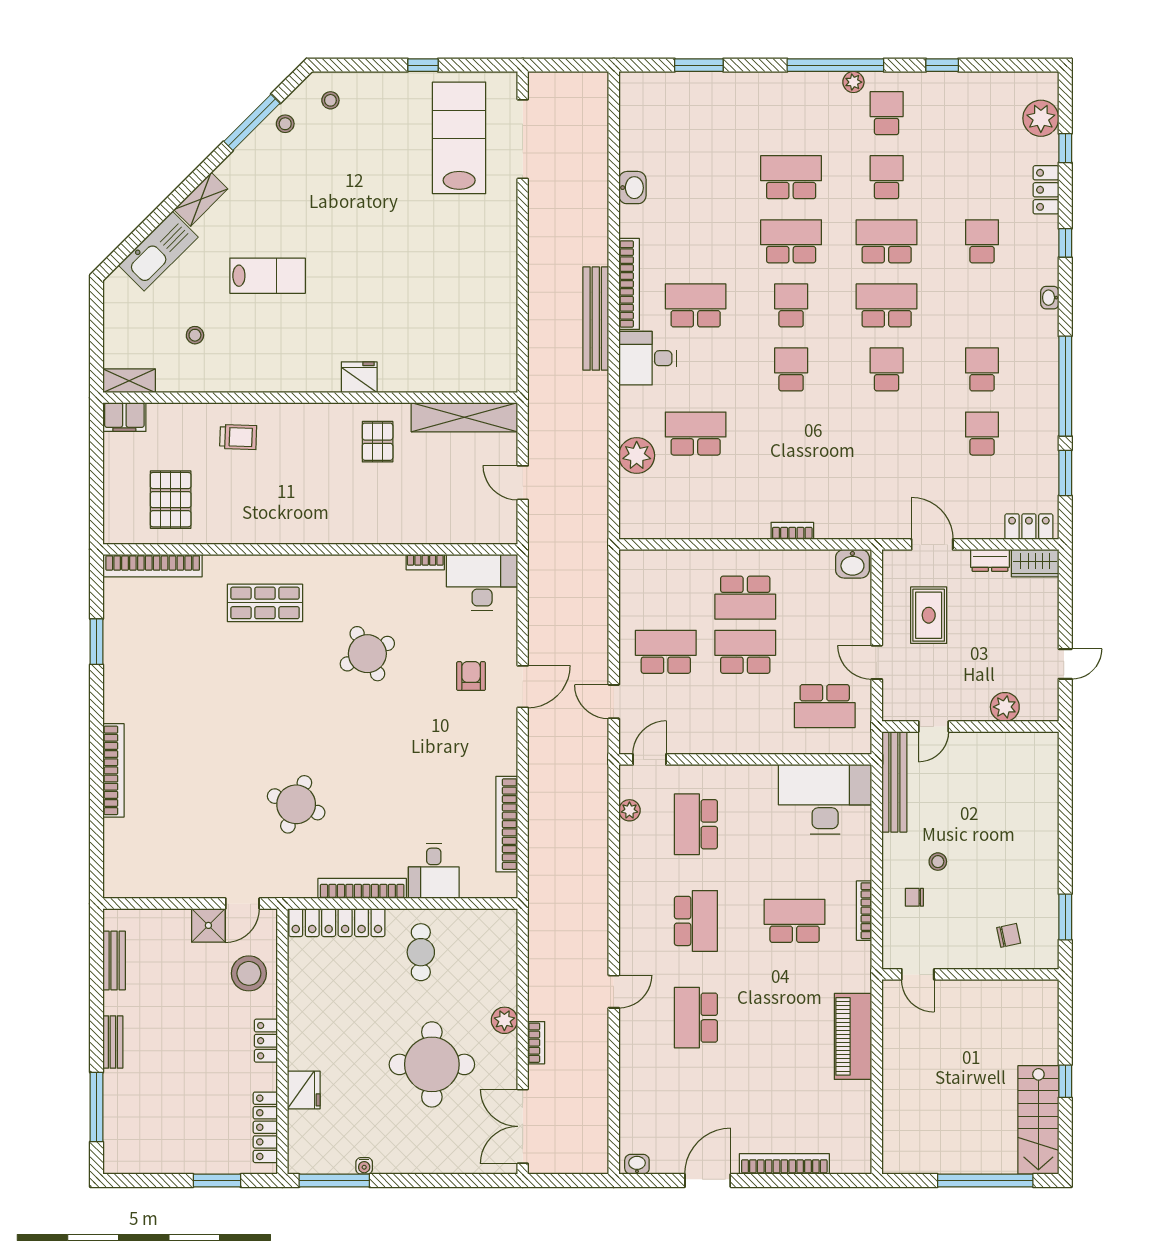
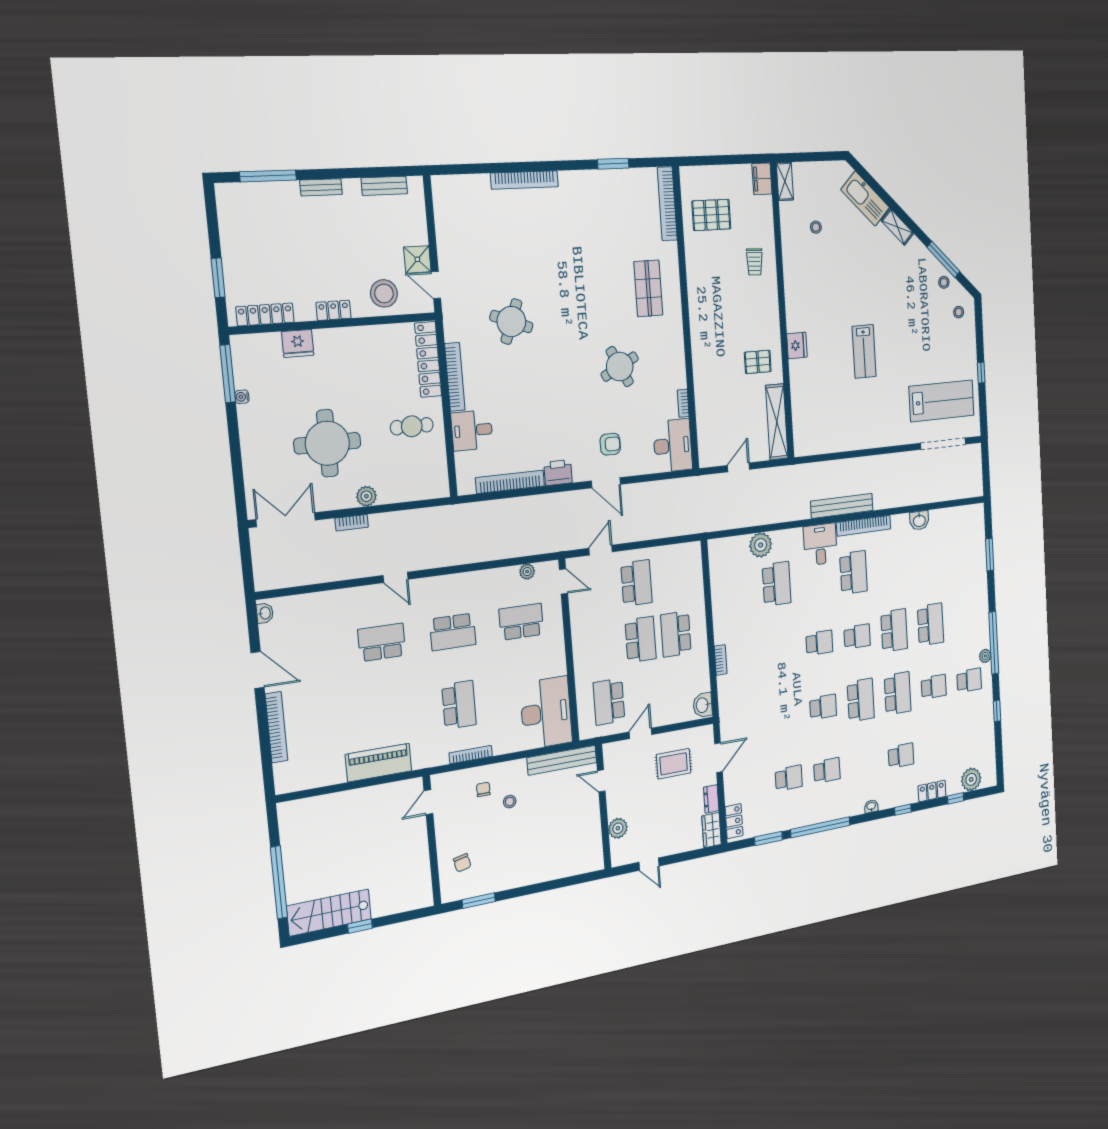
lab bench: (268, 276) -> (864, 351), moved
printer: (502, 755) -> (558, 473), added

